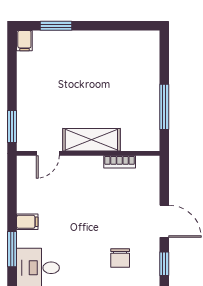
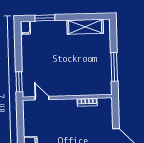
shelving: (91, 140) -> (85, 27), moved
door: (48, 153) -> (42, 98), swing flipped

